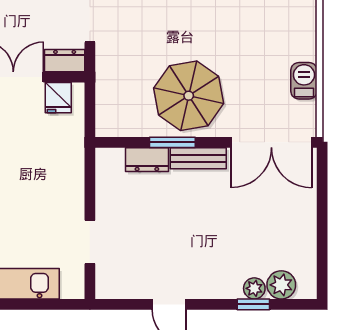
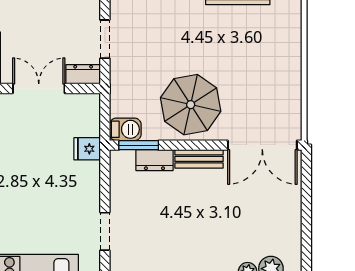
barbecue: (304, 81) -> (125, 129), moved, turned 90
fridge: (58, 98) -> (87, 149), moved, turned 90
window: (172, 142) -> (139, 145), moved

